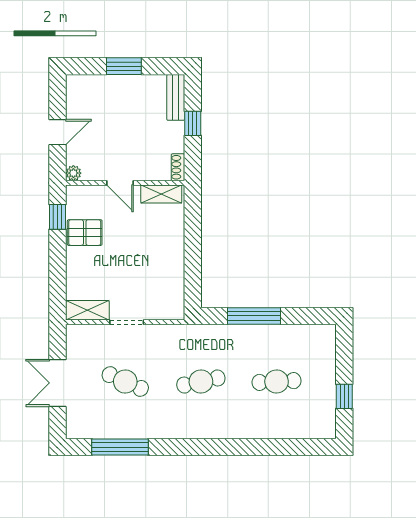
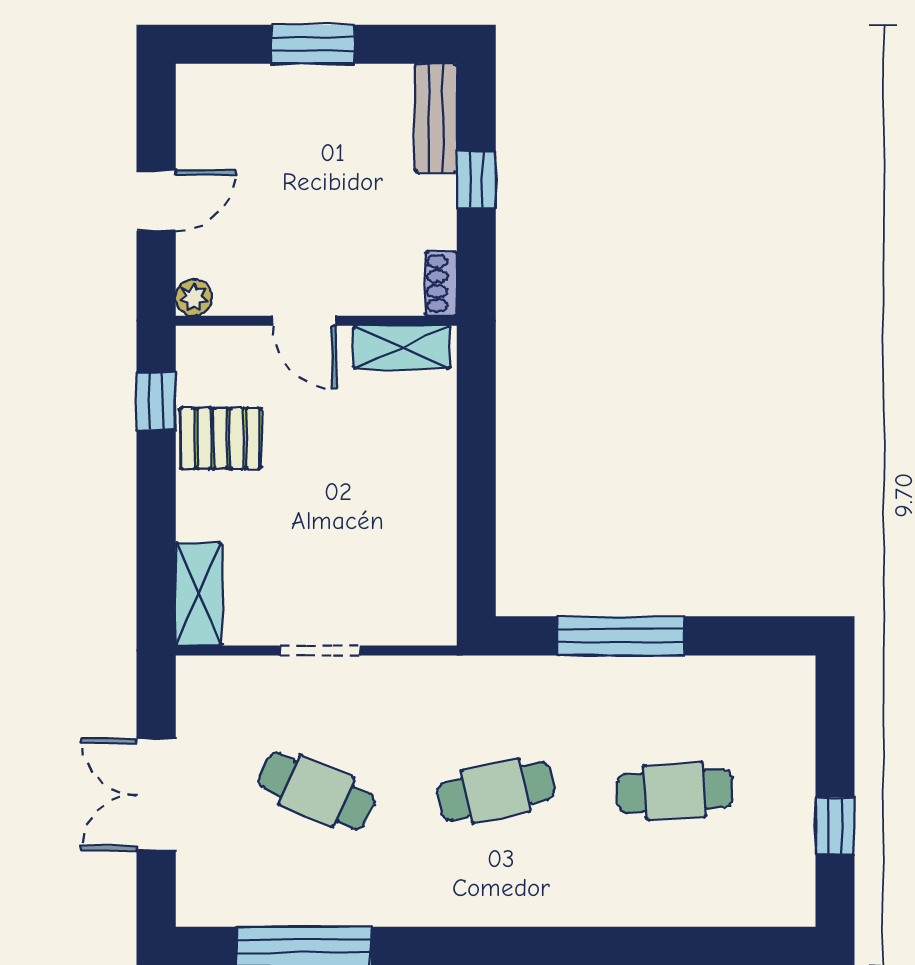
shelving: (87, 310) -> (199, 594), moved, turned 90

